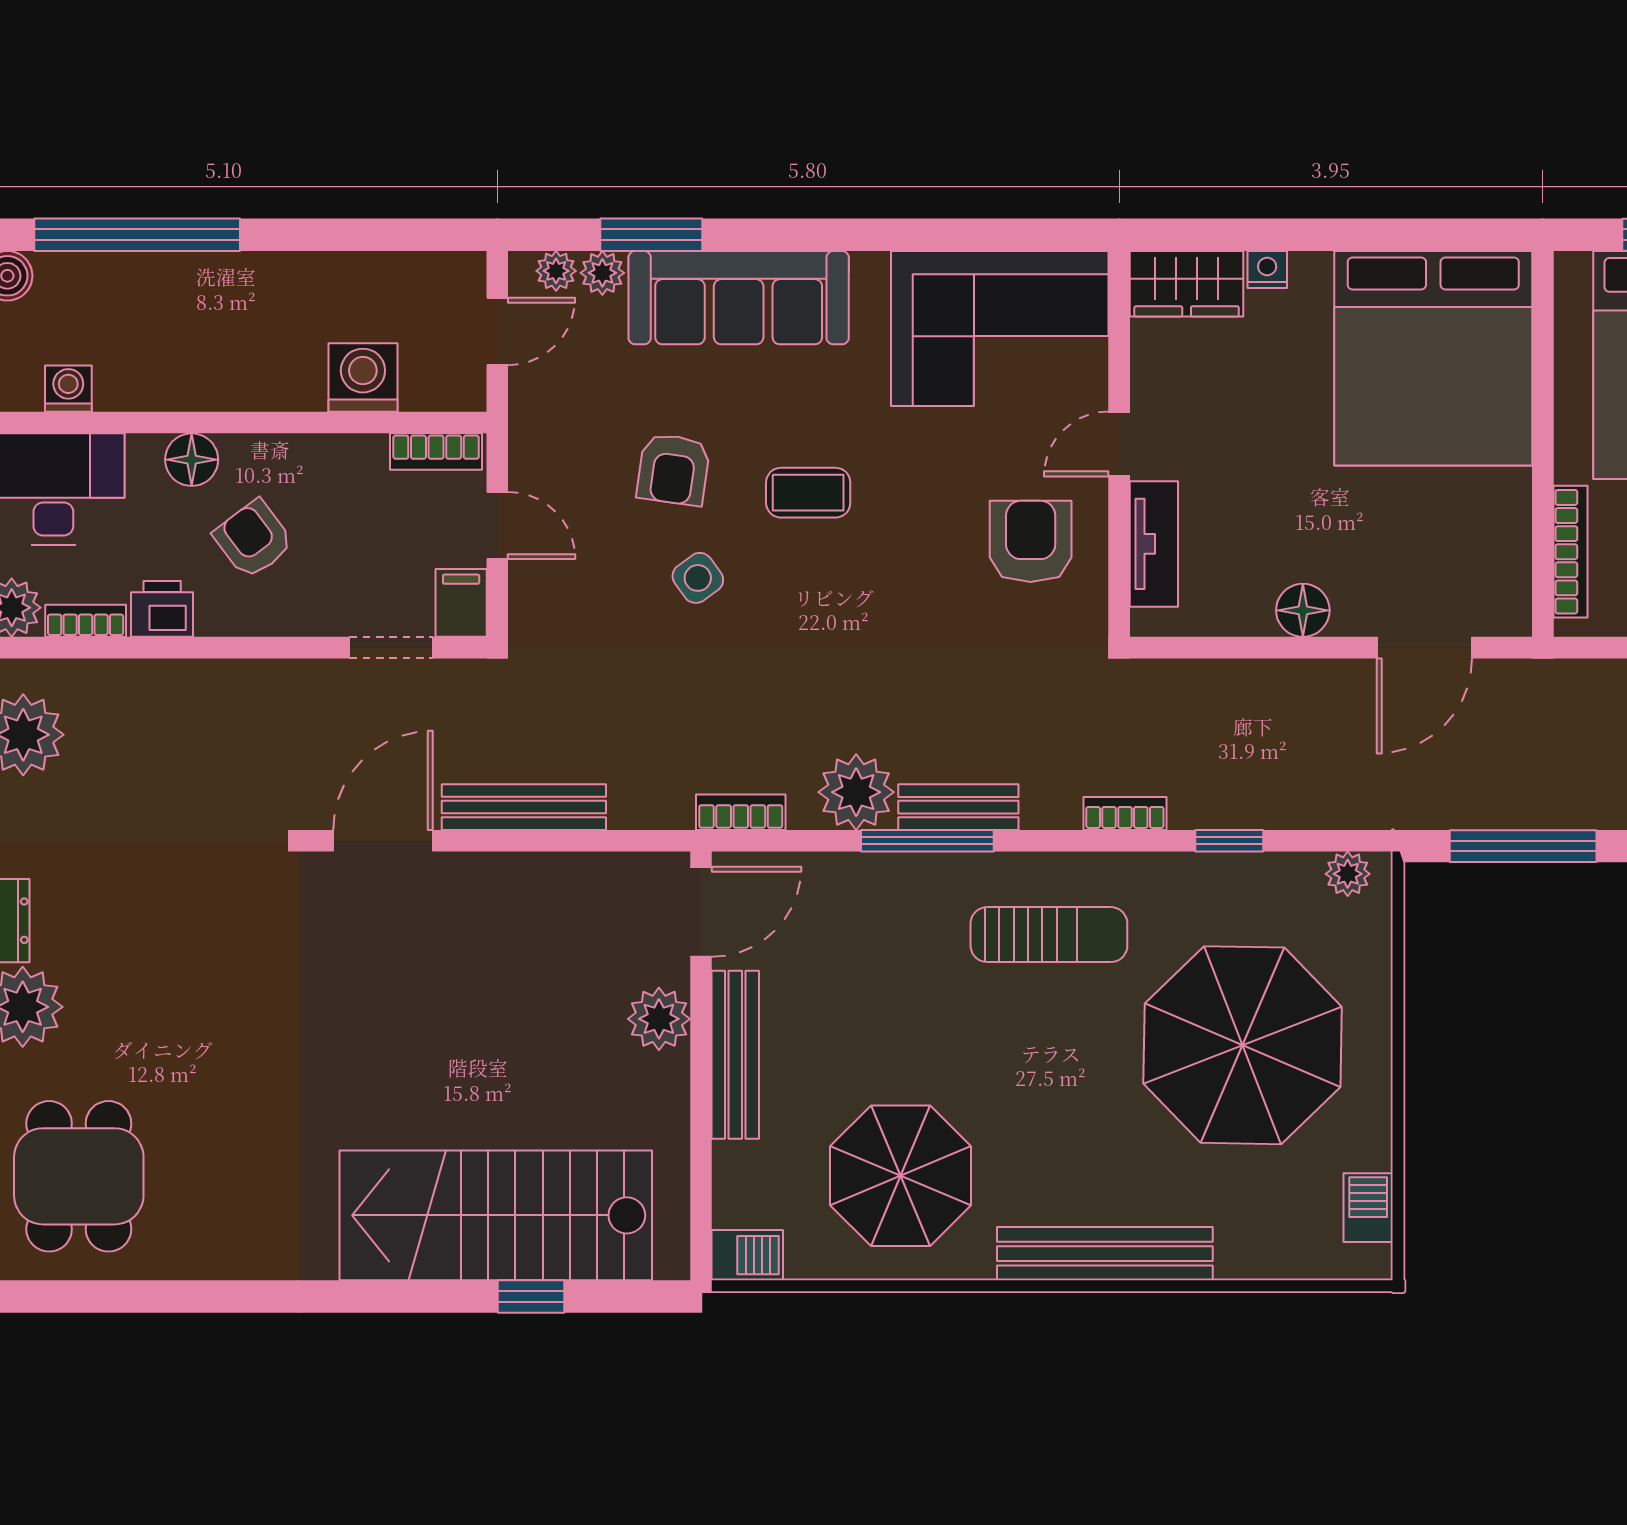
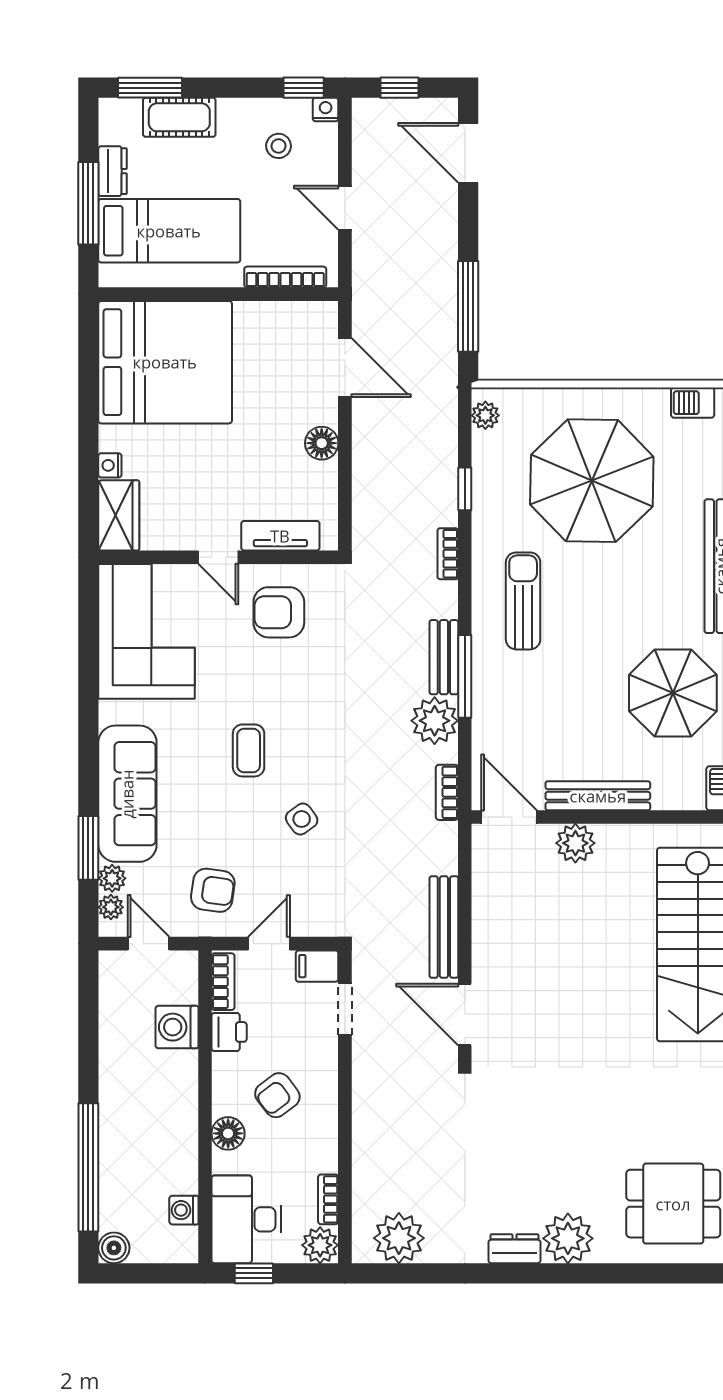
armchair: (673, 469) -> (213, 890), moved
printer: (162, 609) -> (229, 1032), moved, turned 180

